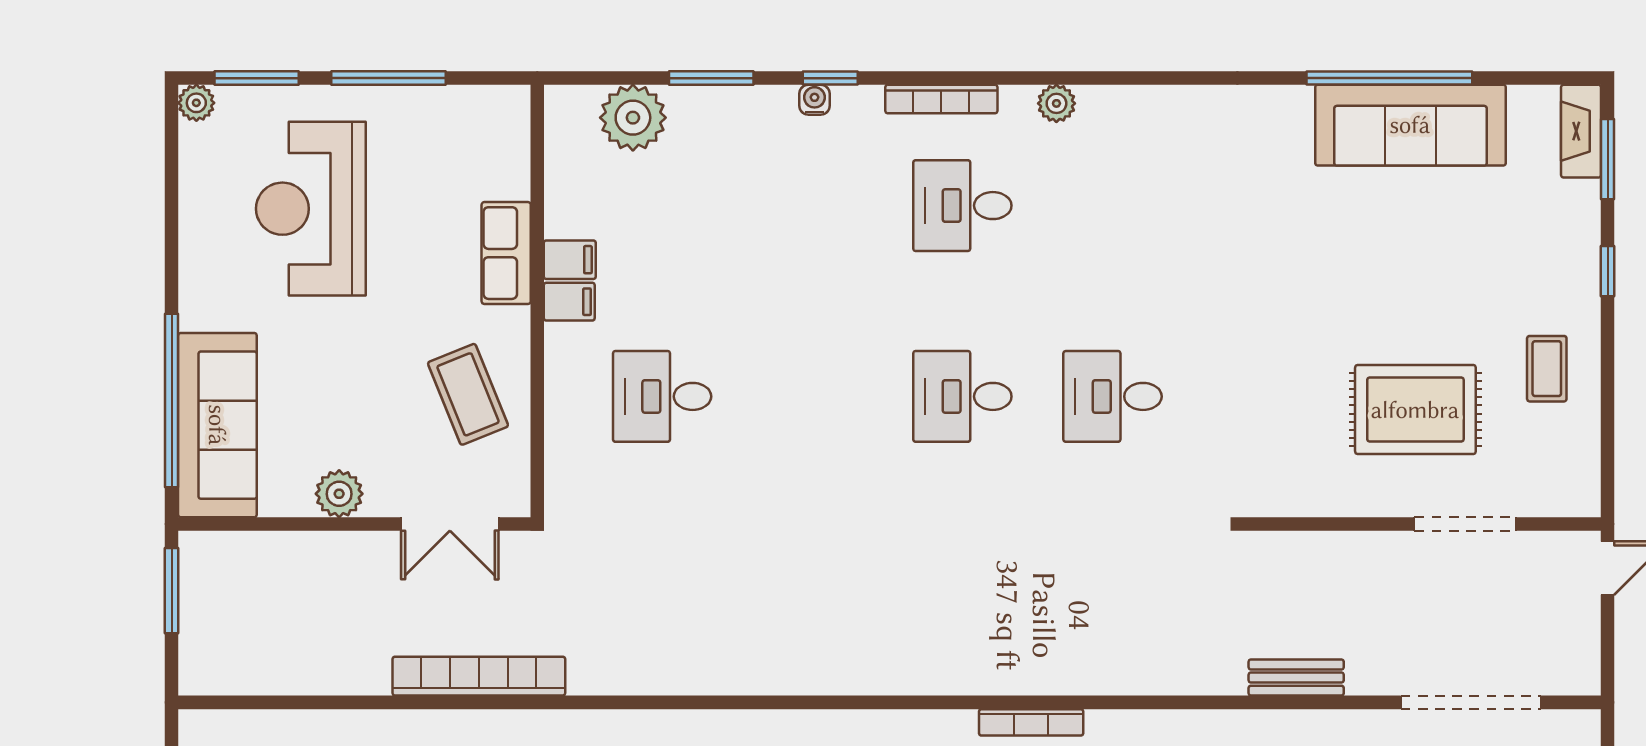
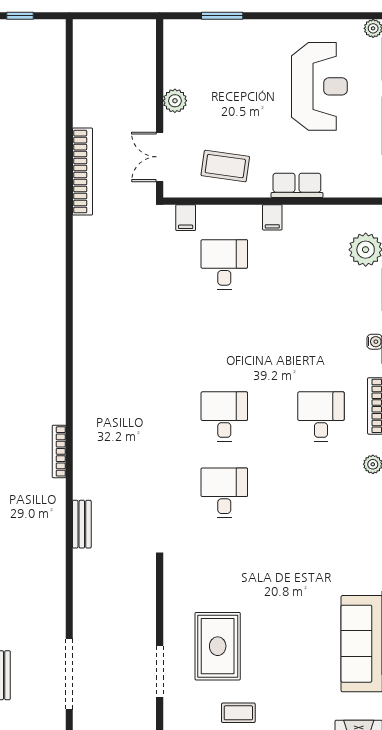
reception desk: (311, 209) -> (319, 86), turned 90
filing cabinet: (570, 260) -> (186, 218), moved
coffee table: (468, 394) -> (225, 166), turned 30
window: (172, 401) -> (222, 16), width x0.47
sofa: (217, 425) -> (210, 39), removed
window: (172, 591) -> (126, 16), removed
bench: (1296, 678) -> (82, 524), moved

